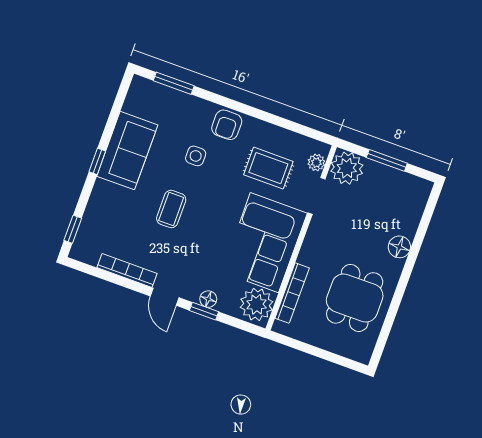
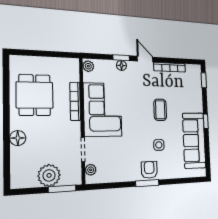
window: (174, 83) -> (147, 183), moved
sofa: (127, 151) -> (194, 140), width x1.36
window: (387, 160) -> (62, 189), moved
rug: (268, 168) -> (117, 155), removed
plant: (347, 168) -> (49, 175), moved
bookcase: (292, 293) -> (75, 101), moved
plant: (257, 304) -> (88, 66), width x0.53, depth x0.53

